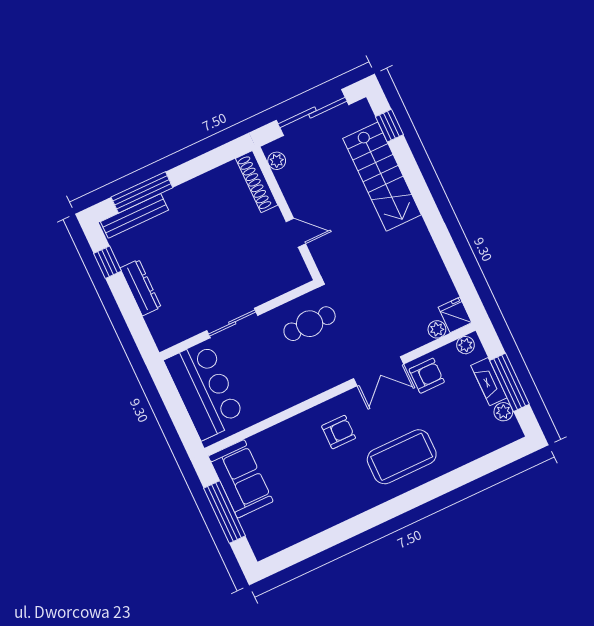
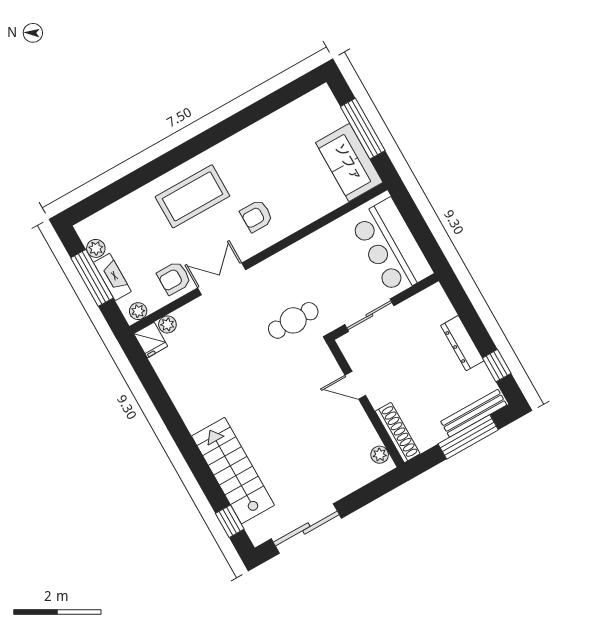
plant: (277, 161) -> (380, 455), moved
shoe rack: (257, 182) -> (398, 433), moved
wall: (287, 213) -> (366, 404), moved
door: (296, 233) -> (355, 385), moved

